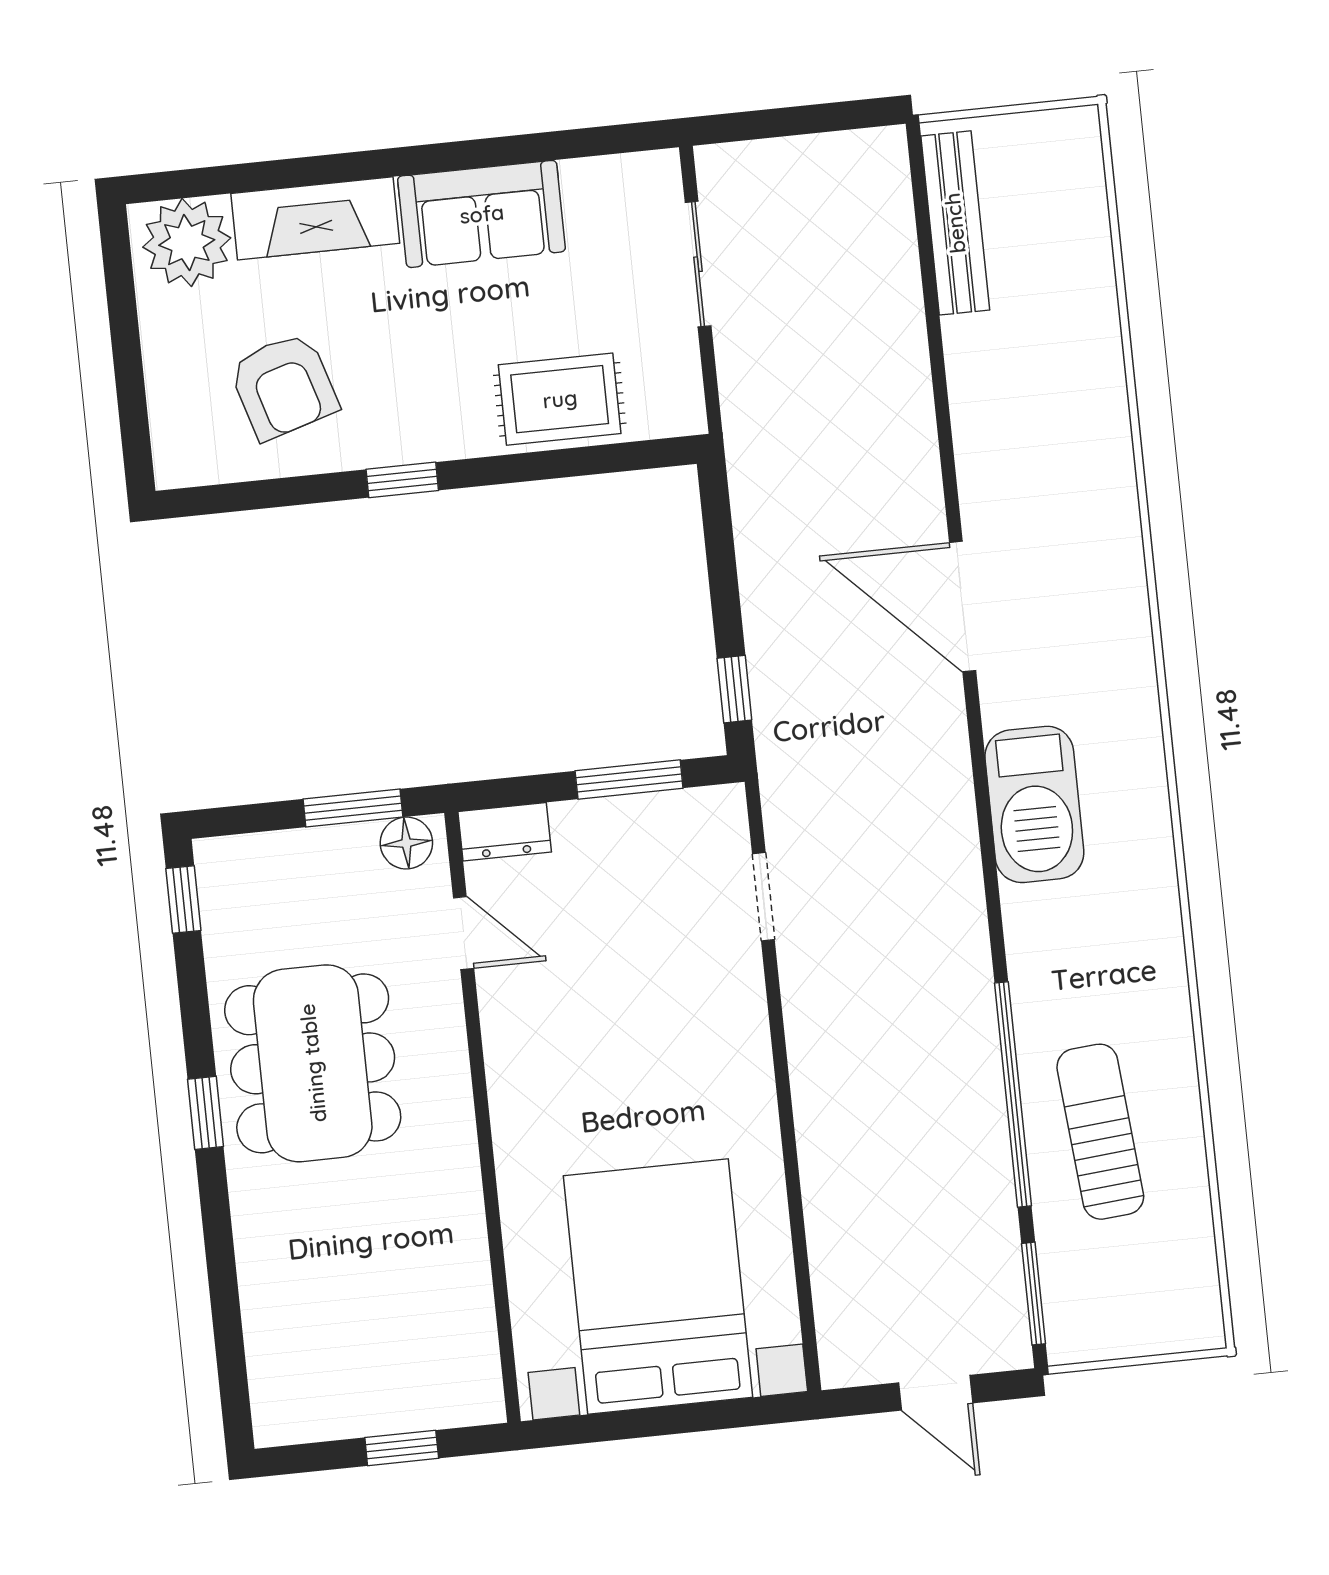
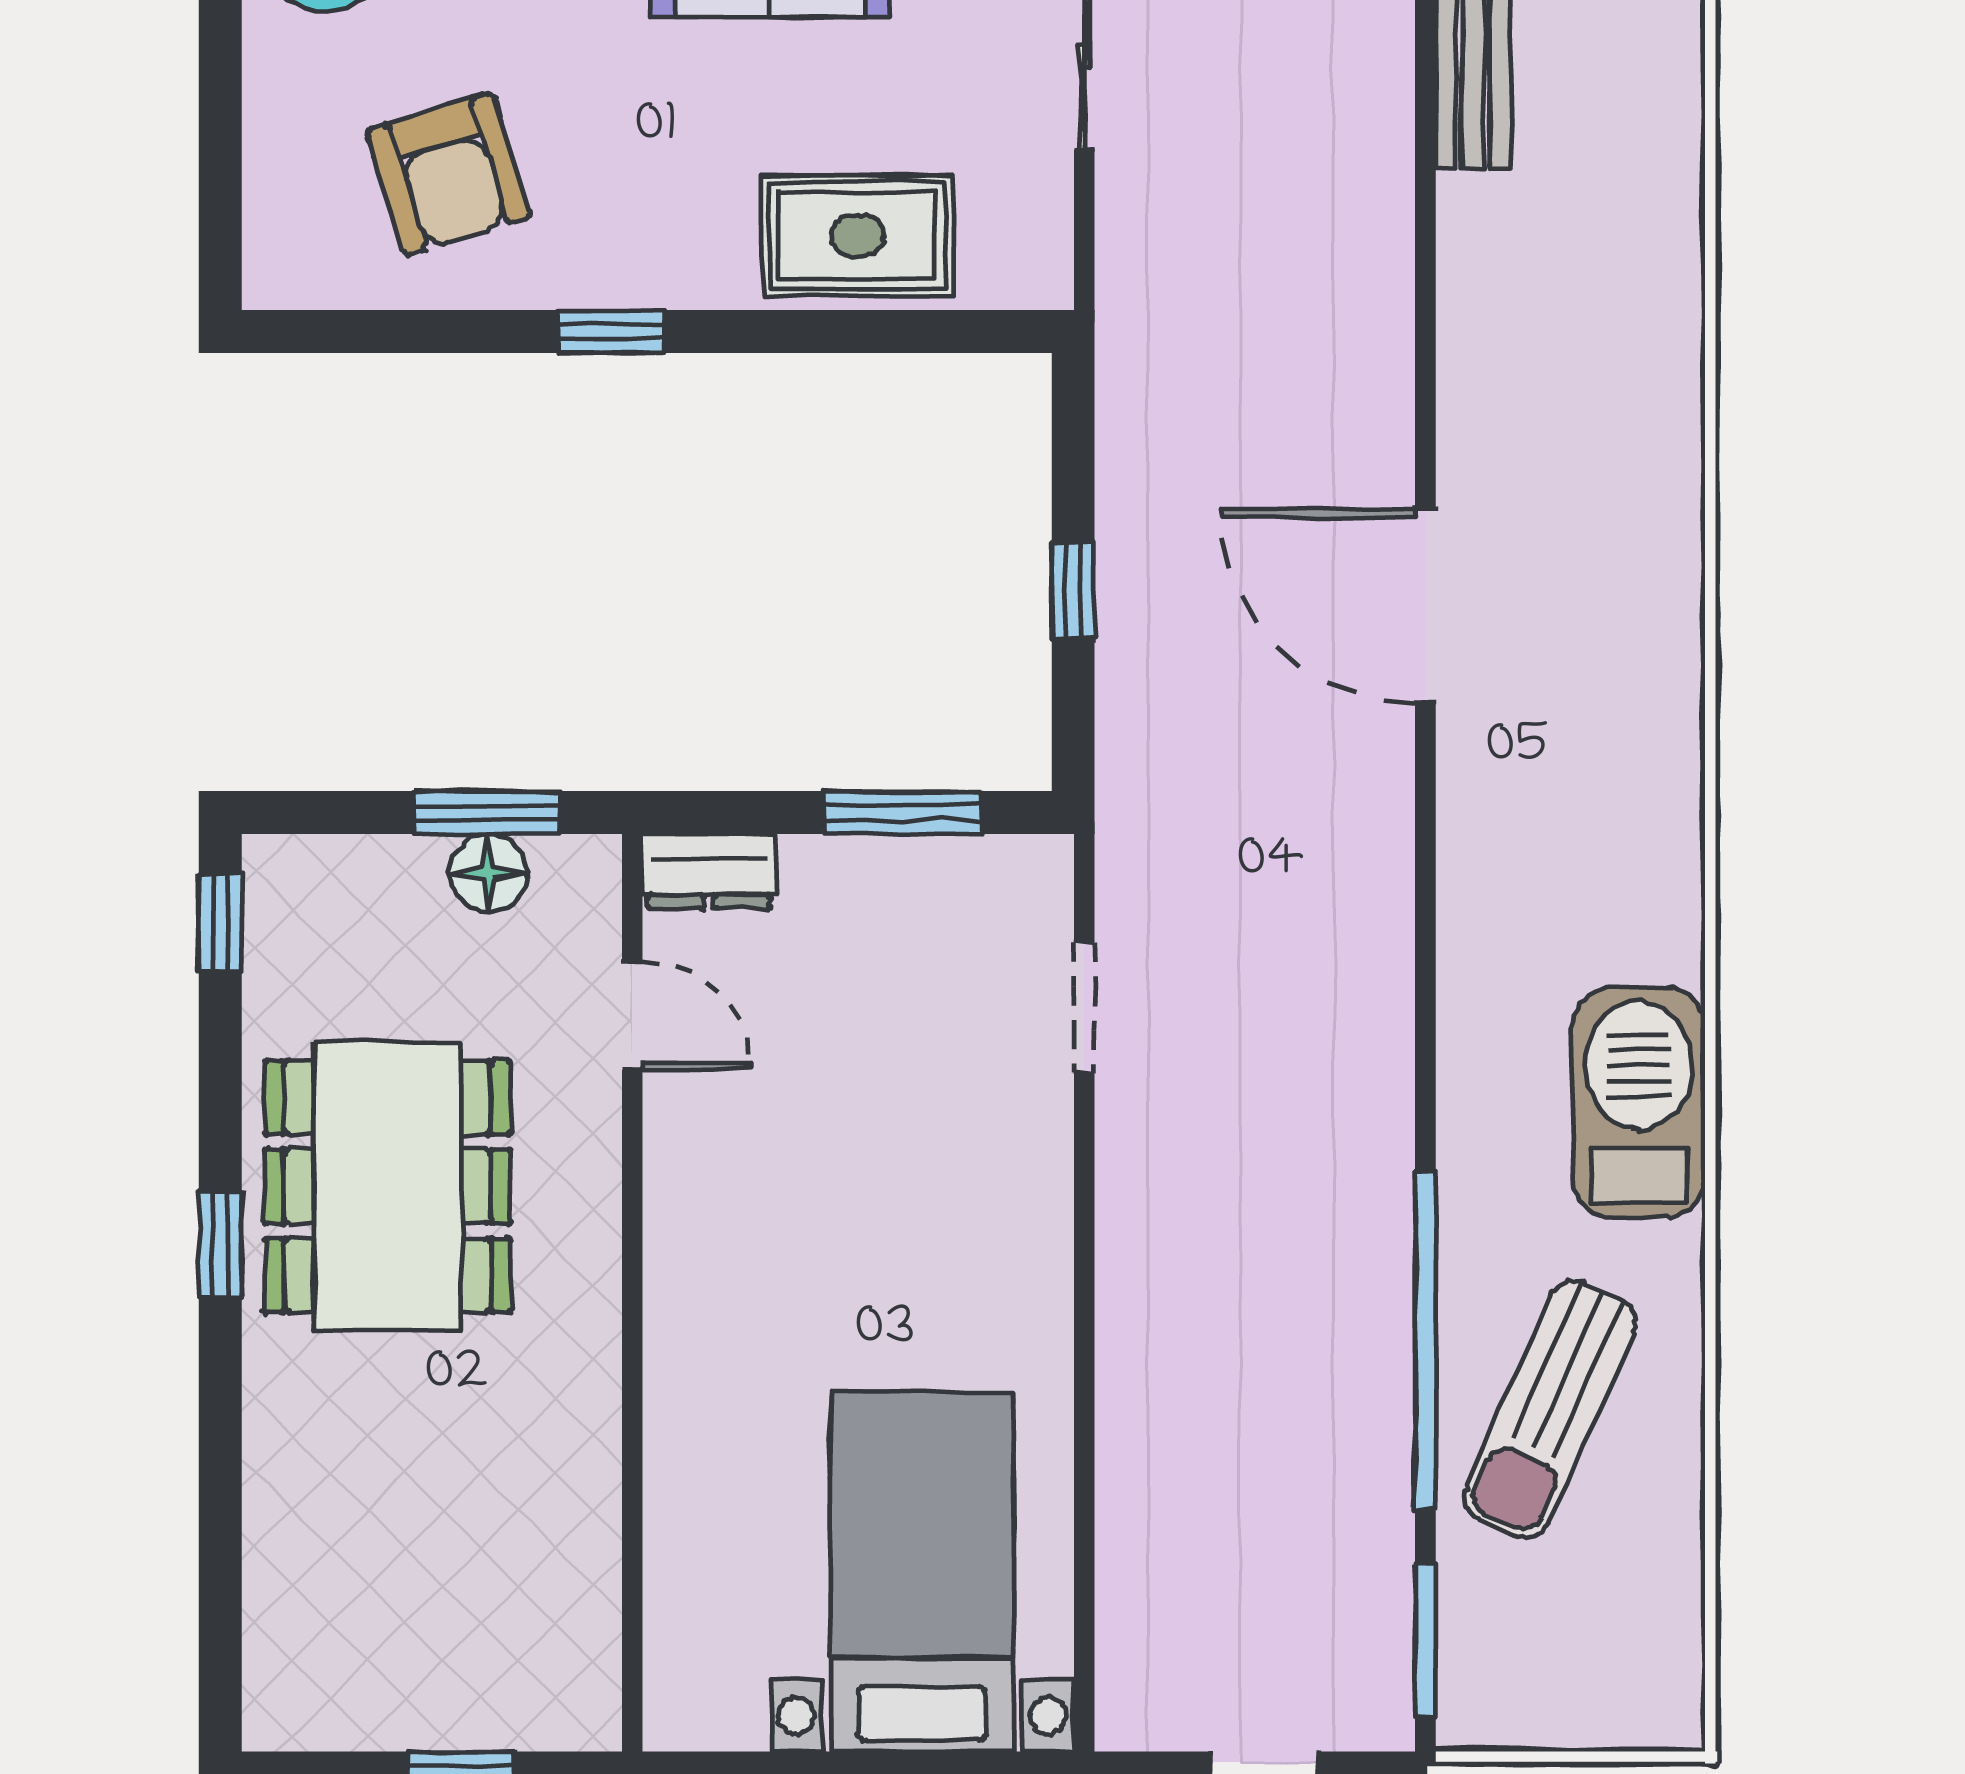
window: (734, 689) -> (1073, 590), moved
barbecue: (1034, 804) -> (1639, 1102), moved, turned 180
floor lamp: (406, 843) -> (488, 873), moved
sun lounger: (1100, 1132) -> (1550, 1409), turned -151
bed with nightstands: (658, 1286) -> (922, 1572), width x0.73

